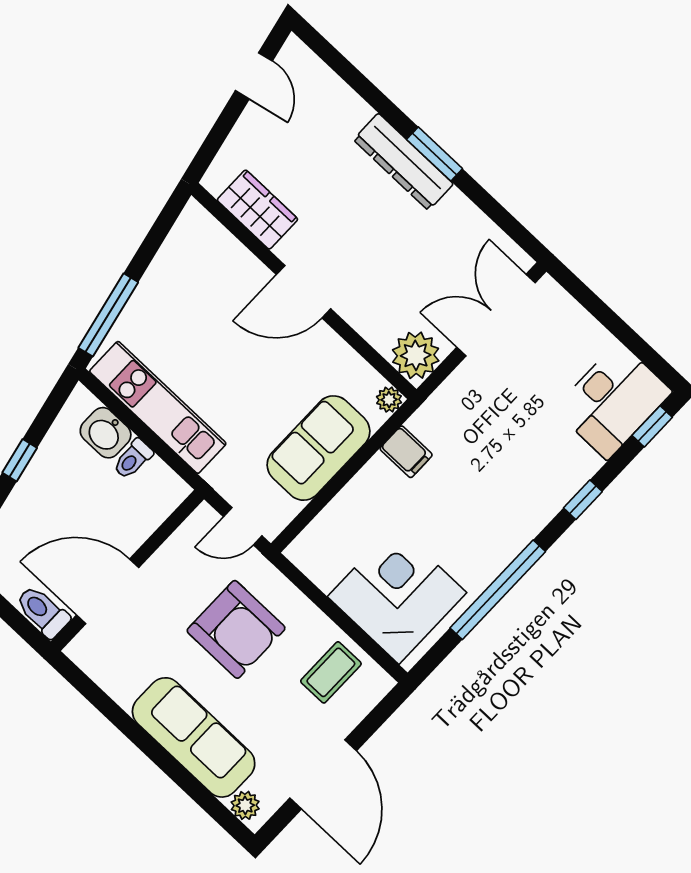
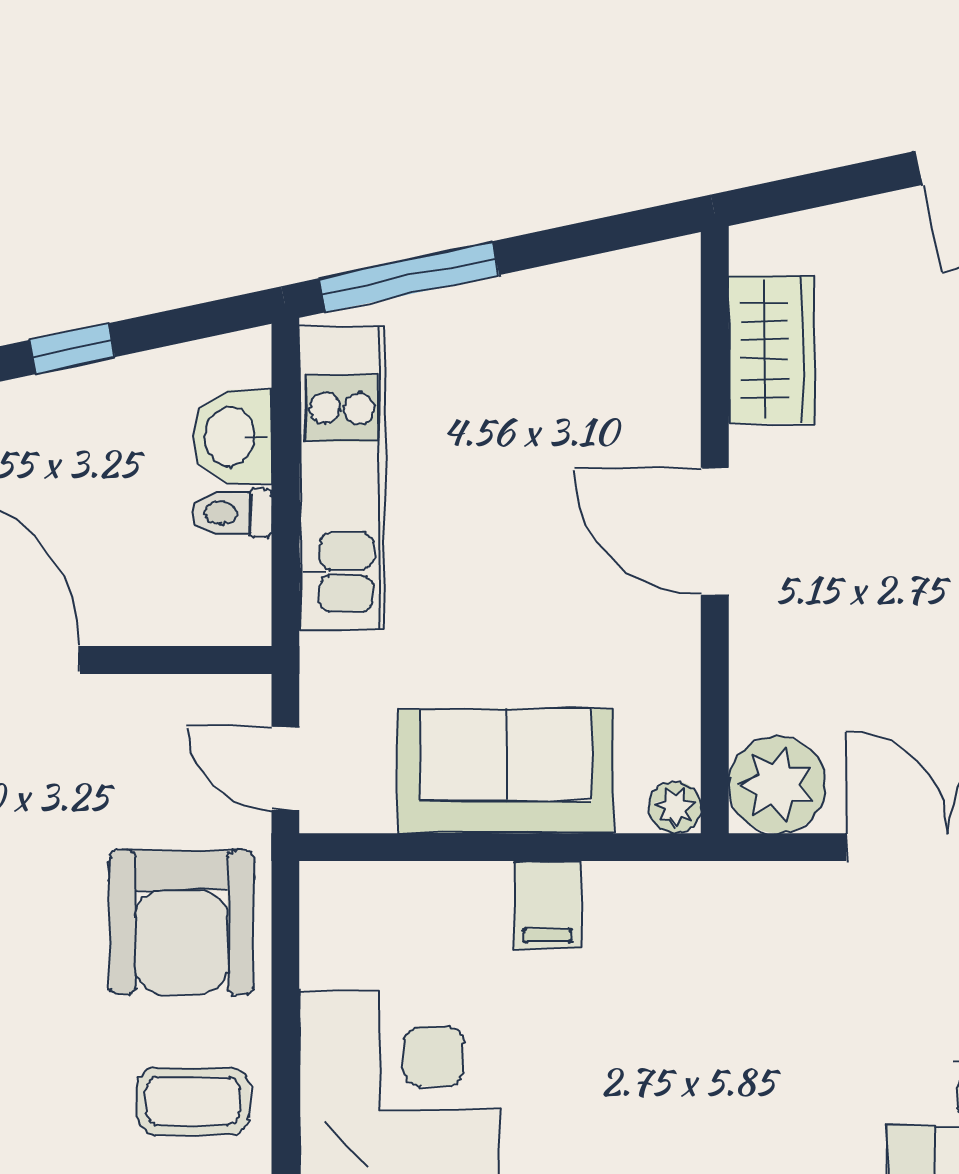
filing cabinet: (406, 452) -> (547, 905), moved
armchair: (236, 629) -> (182, 922), moved

